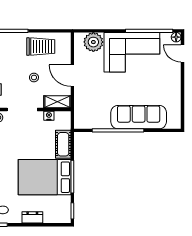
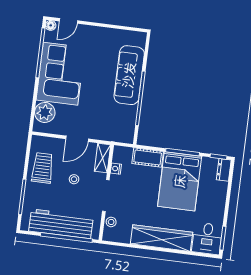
dresser: (32, 217) -> (224, 170), moved

